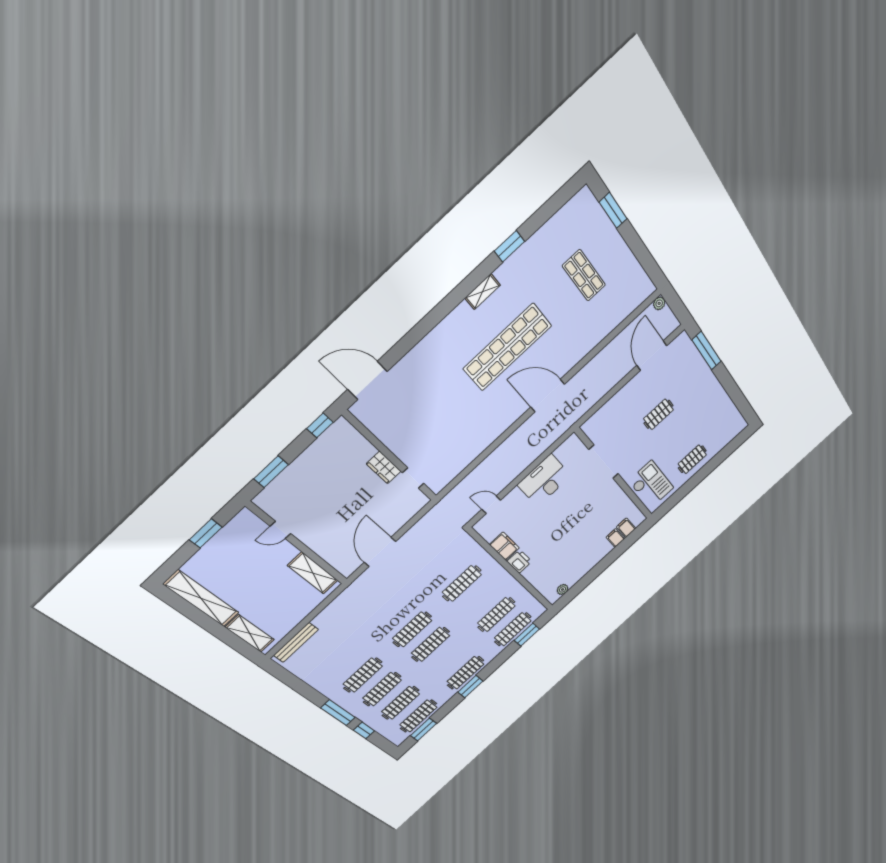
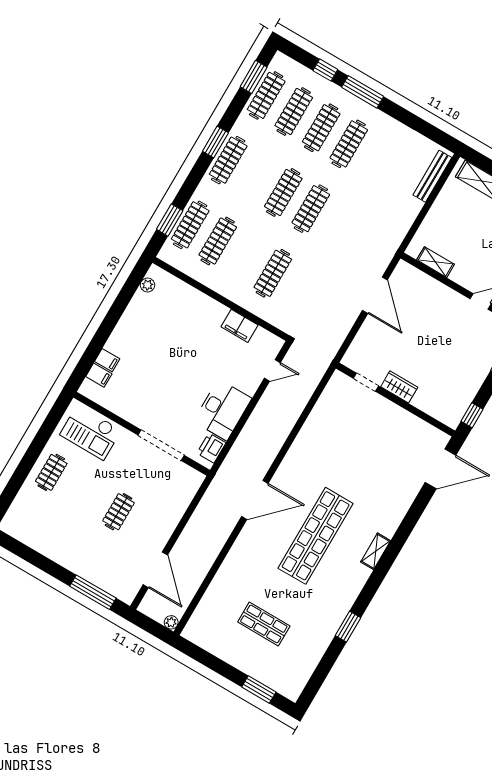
shelving: (483, 292) -> (376, 551), moved
printer: (519, 561) -> (211, 448), moved, turned 90
shelving: (313, 573) -> (436, 262), width x0.67, depth x0.75

